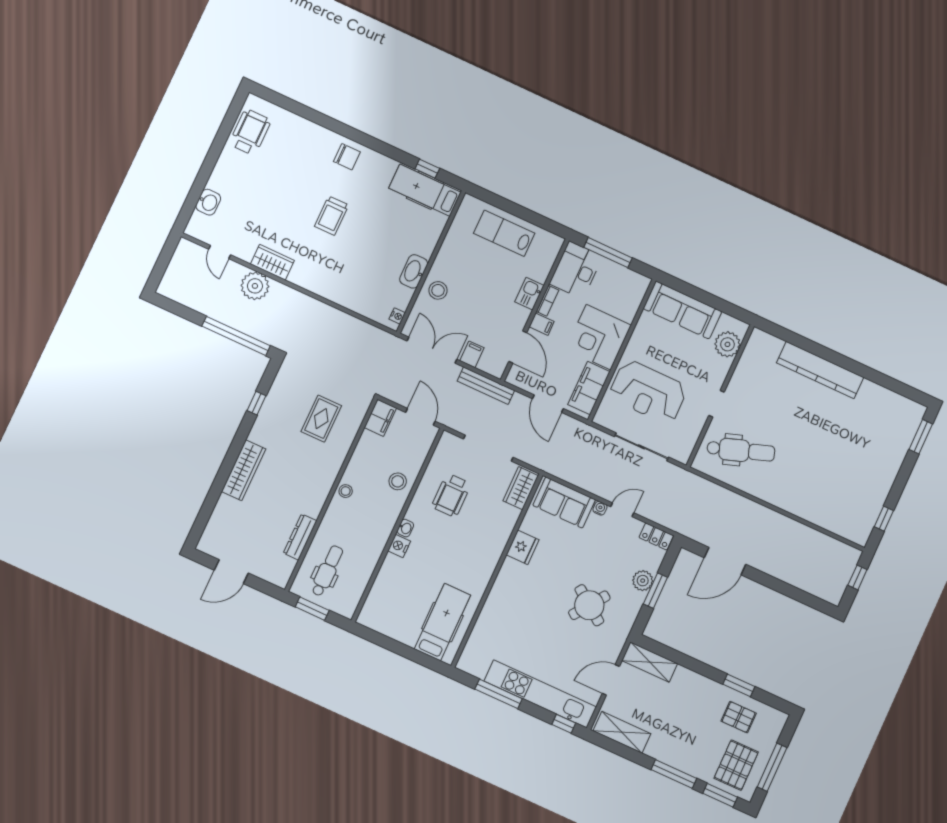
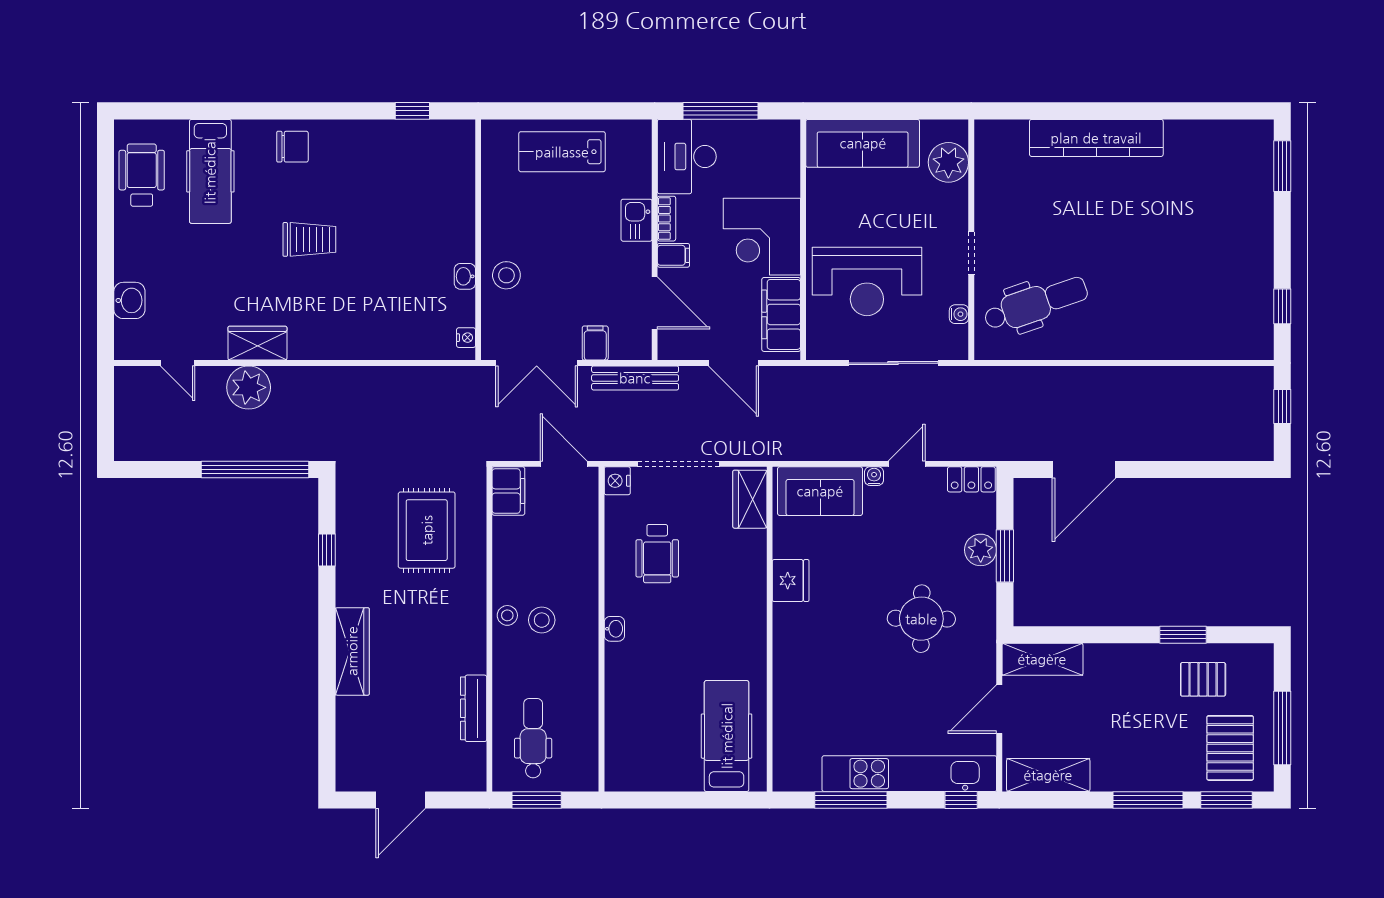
hospital bed: (425, 190) -> (210, 171), moved, turned -90
trolley: (332, 216) -> (309, 239), turned -90
washbasin: (414, 271) -> (465, 276), width x0.52, depth x0.69
double door: (432, 350) -> (537, 363), swing flipped
rug: (321, 419) -> (427, 530), width x1.36, depth x1.43
water cooler: (693, 436) -> (959, 314), added
stool: (398, 481) -> (542, 620), moved
nightstand: (399, 546) -> (617, 481), moved
round table: (589, 605) -> (921, 619), turned -35

